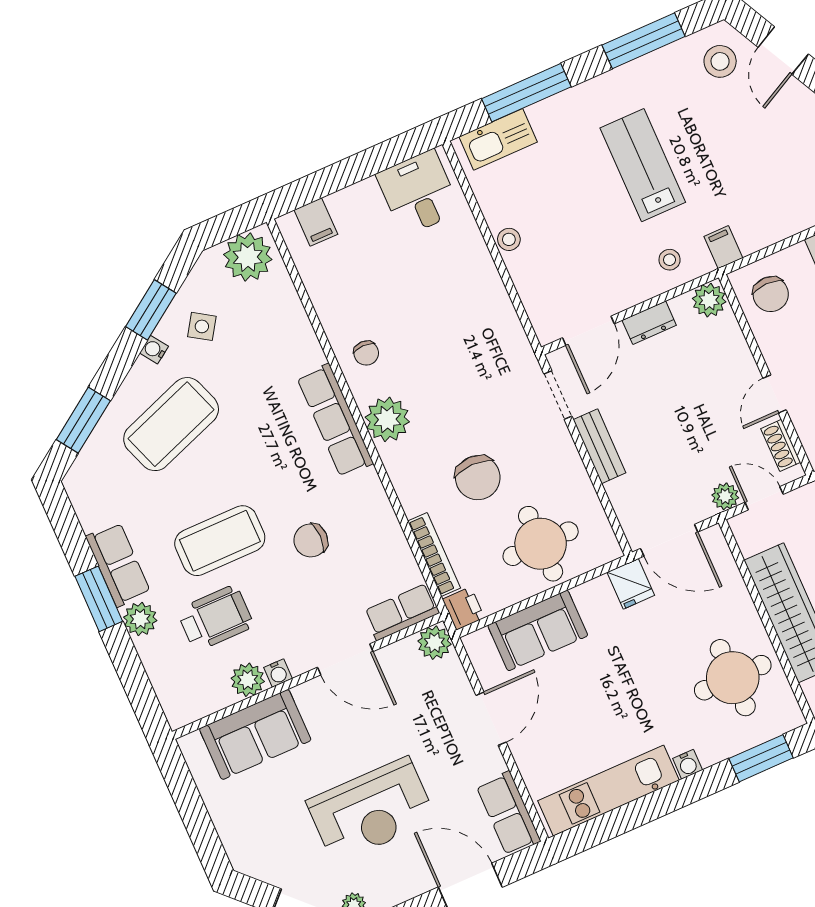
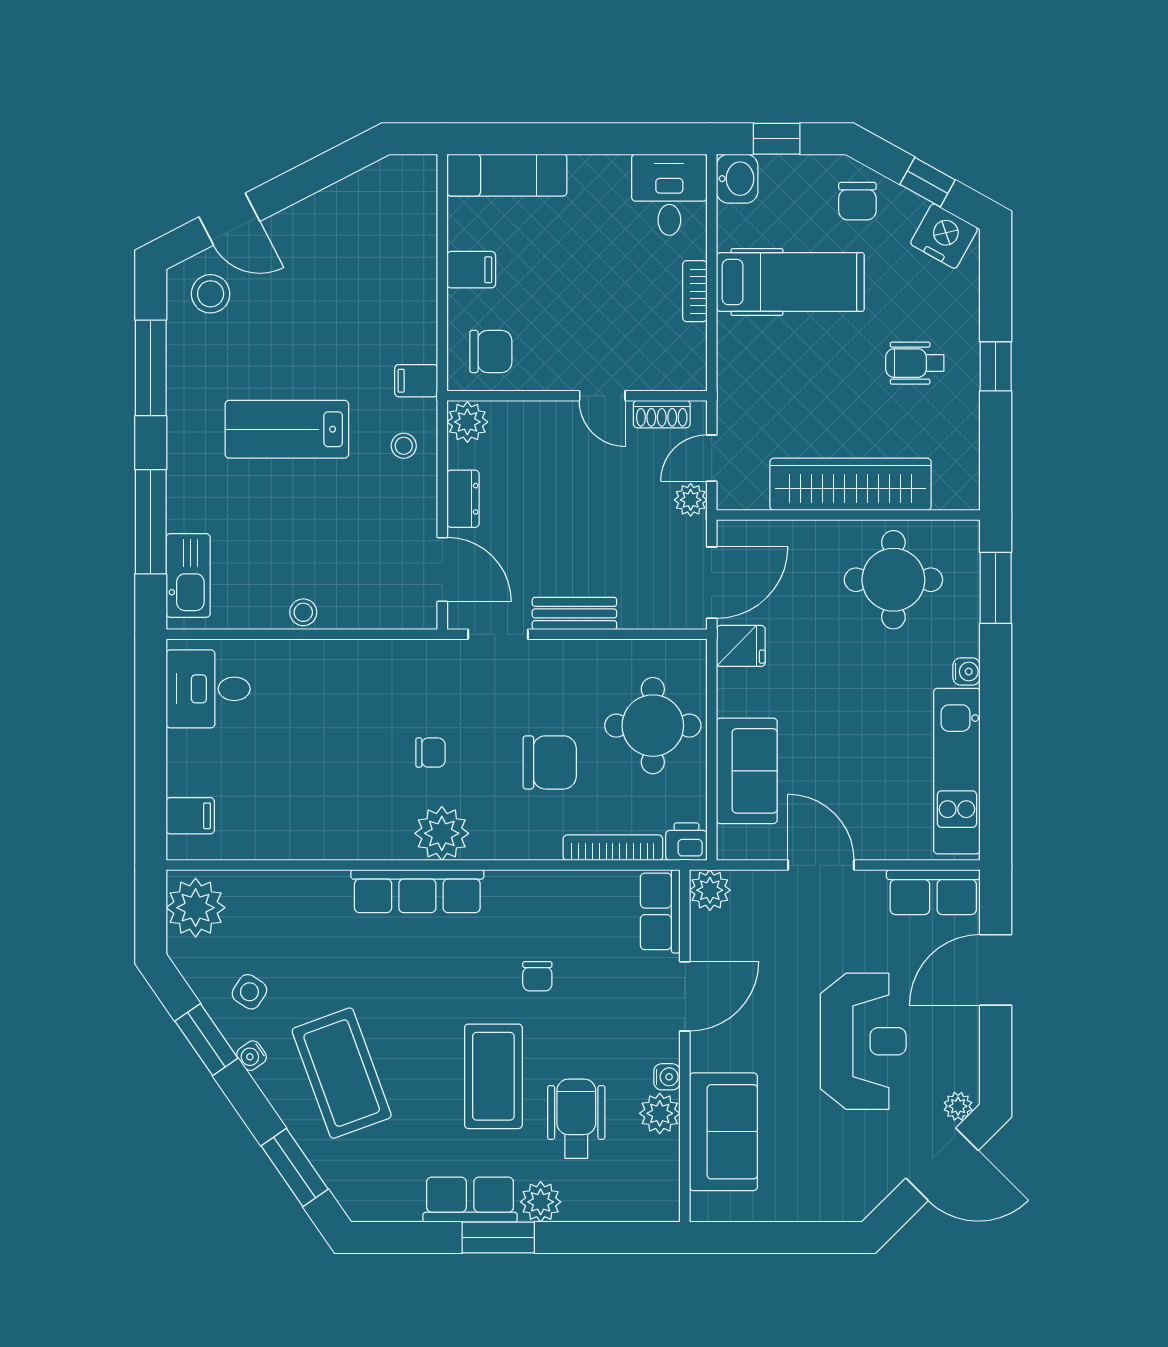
chair: (366, 353) -> (431, 753), moved
chair: (311, 540) -> (537, 976), width x0.73, depth x0.73

